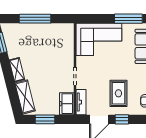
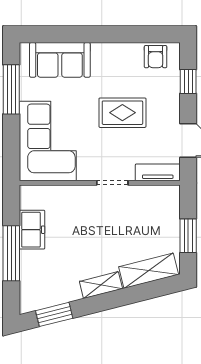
rug: (118, 93) -> (122, 113), moved
freezer: (67, 104) -> (32, 230), moved, turned -90
window: (122, 119) -> (188, 82), moved

